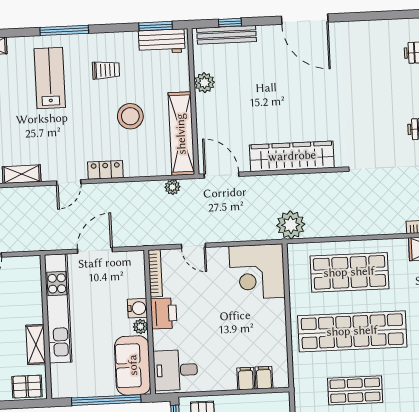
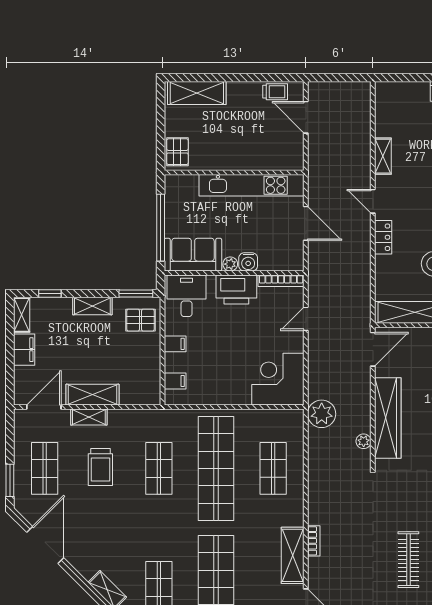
plant: (172, 187) -> (364, 441), moved
shop shelf: (349, 272) -> (273, 468), width x0.70, depth x0.74
printer: (164, 313) -> (236, 289), width x1.37, depth x1.19
shelving: (36, 345) -> (218, 162), removed
filing cabinet: (246, 379) -> (175, 344), moved

